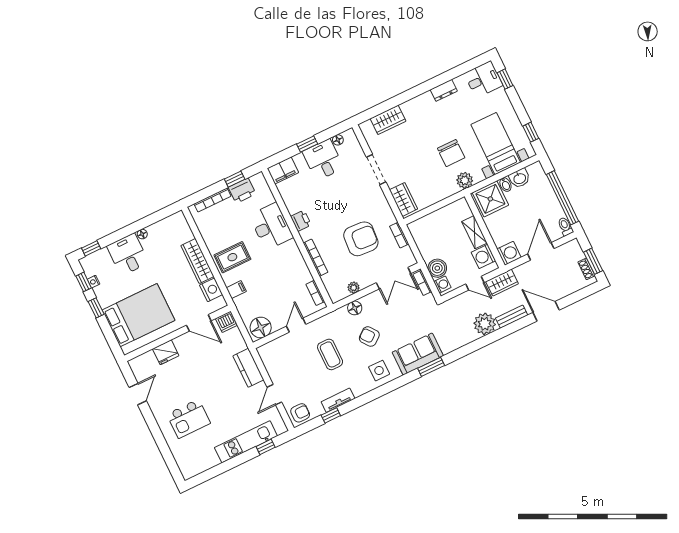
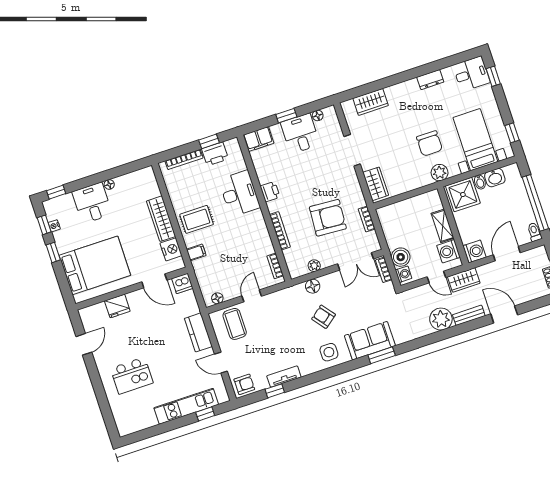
floor lamp: (261, 328) -> (217, 298), width x0.53, depth x0.53
coffee table: (330, 354) -> (235, 324), moved
door: (274, 395) -> (221, 363), hinge flipped

